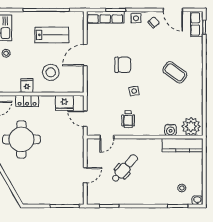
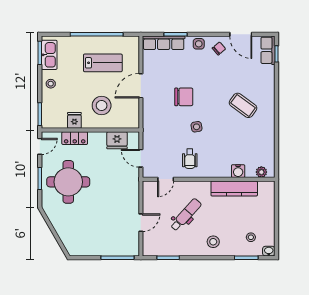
plant: (191, 126) -> (261, 172), width x0.53, depth x0.53
kitchen counter: (183, 145) -> (234, 189), moved
stool: (149, 192) -> (213, 242), added

